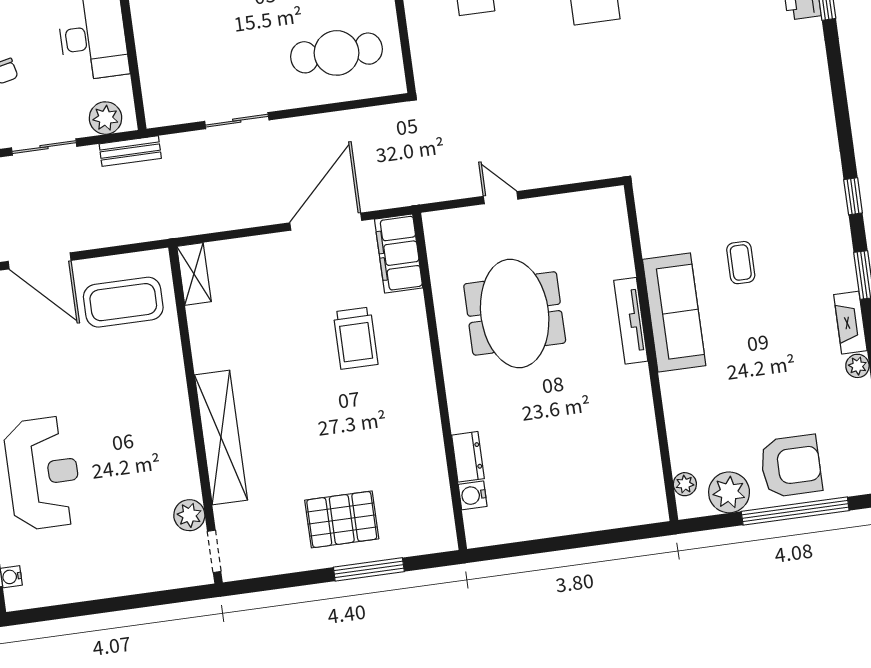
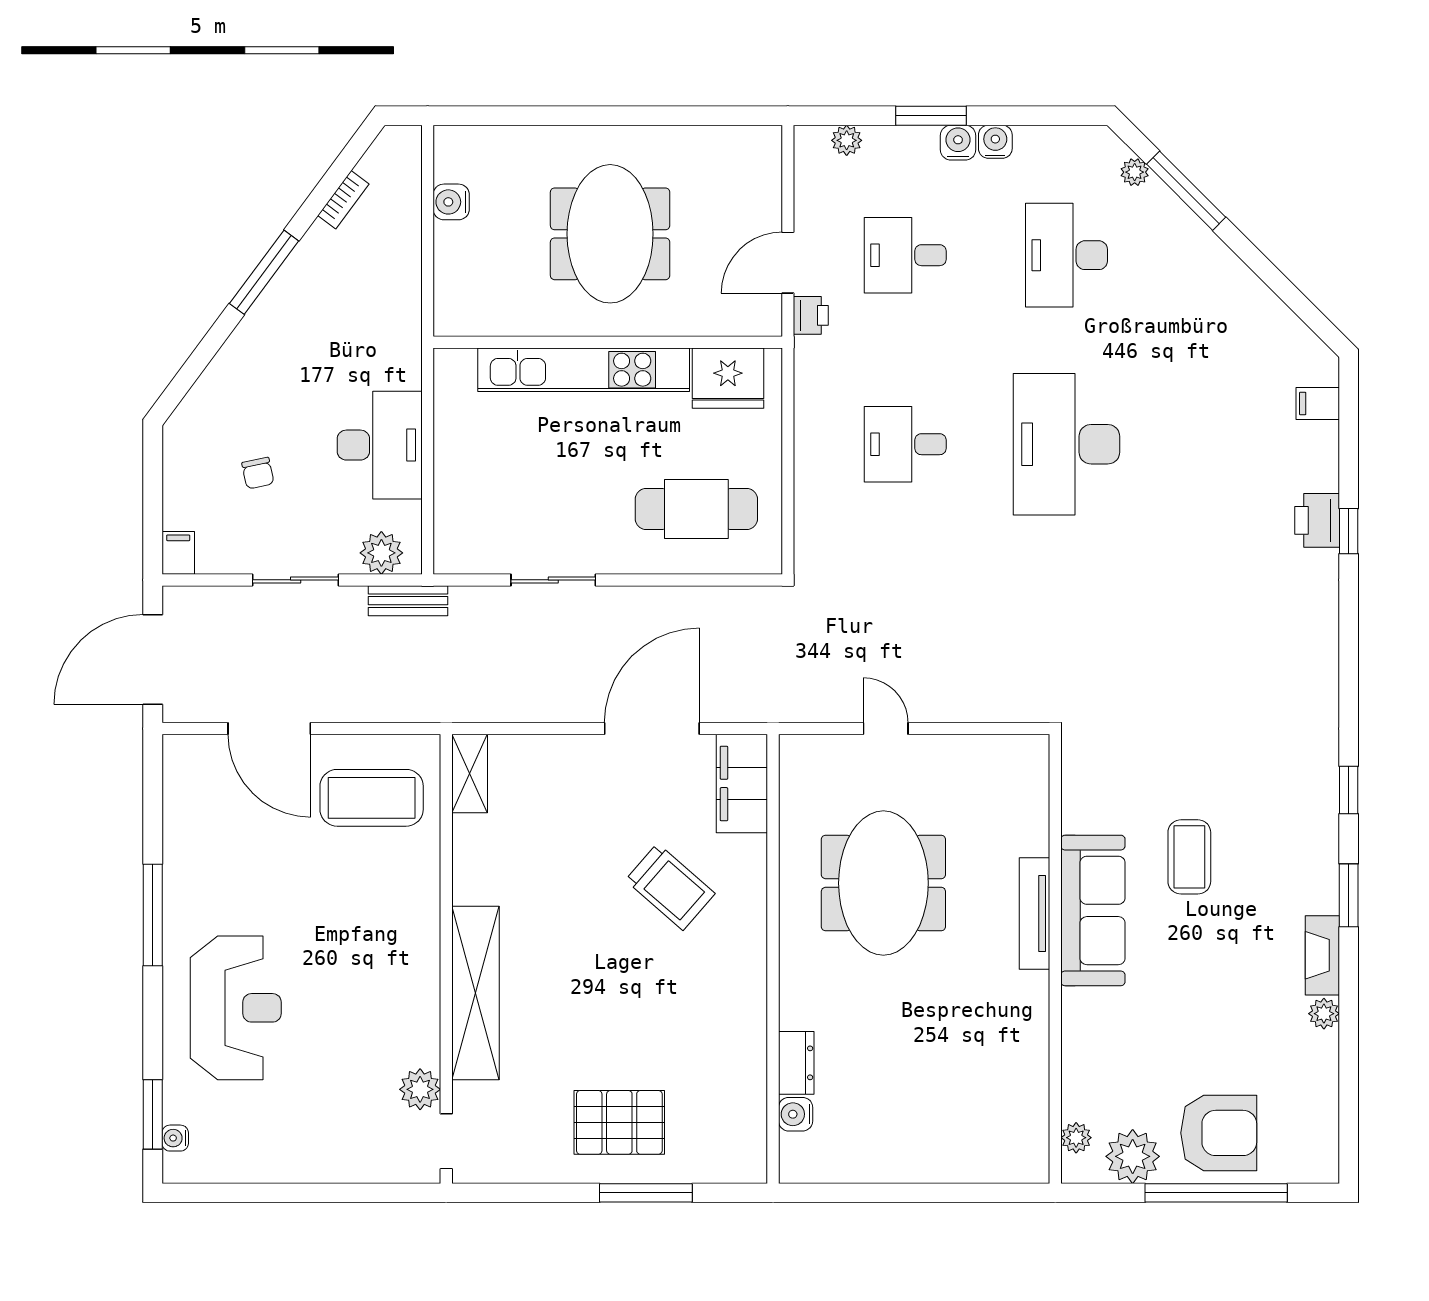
coffee table: (741, 263) -> (1189, 857), width x1.36, depth x1.30
trolley: (356, 338) -> (670, 887), turned -49

